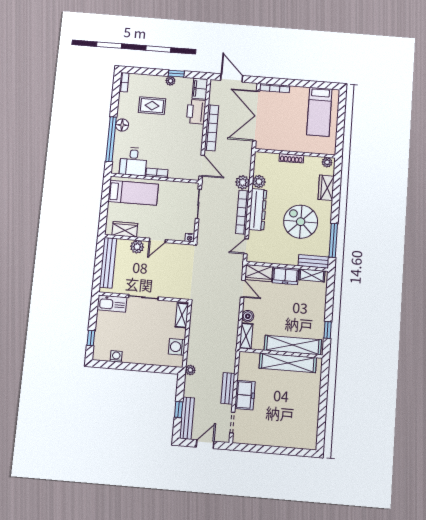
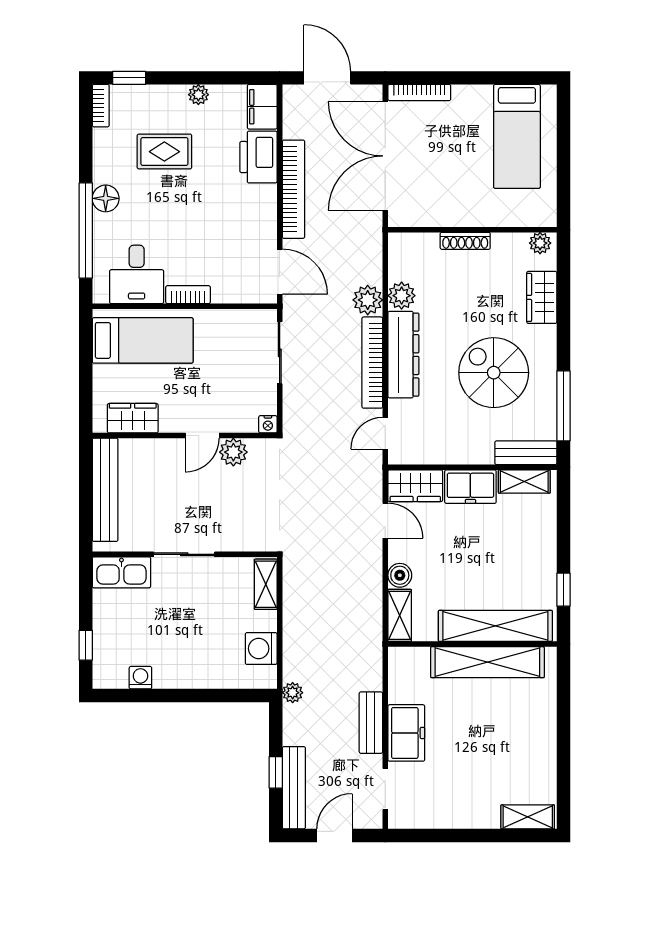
window: (176, 74) -> (129, 78), moved
plant: (137, 247) -> (233, 452), moved
shelving: (302, 443) -> (528, 817), added

